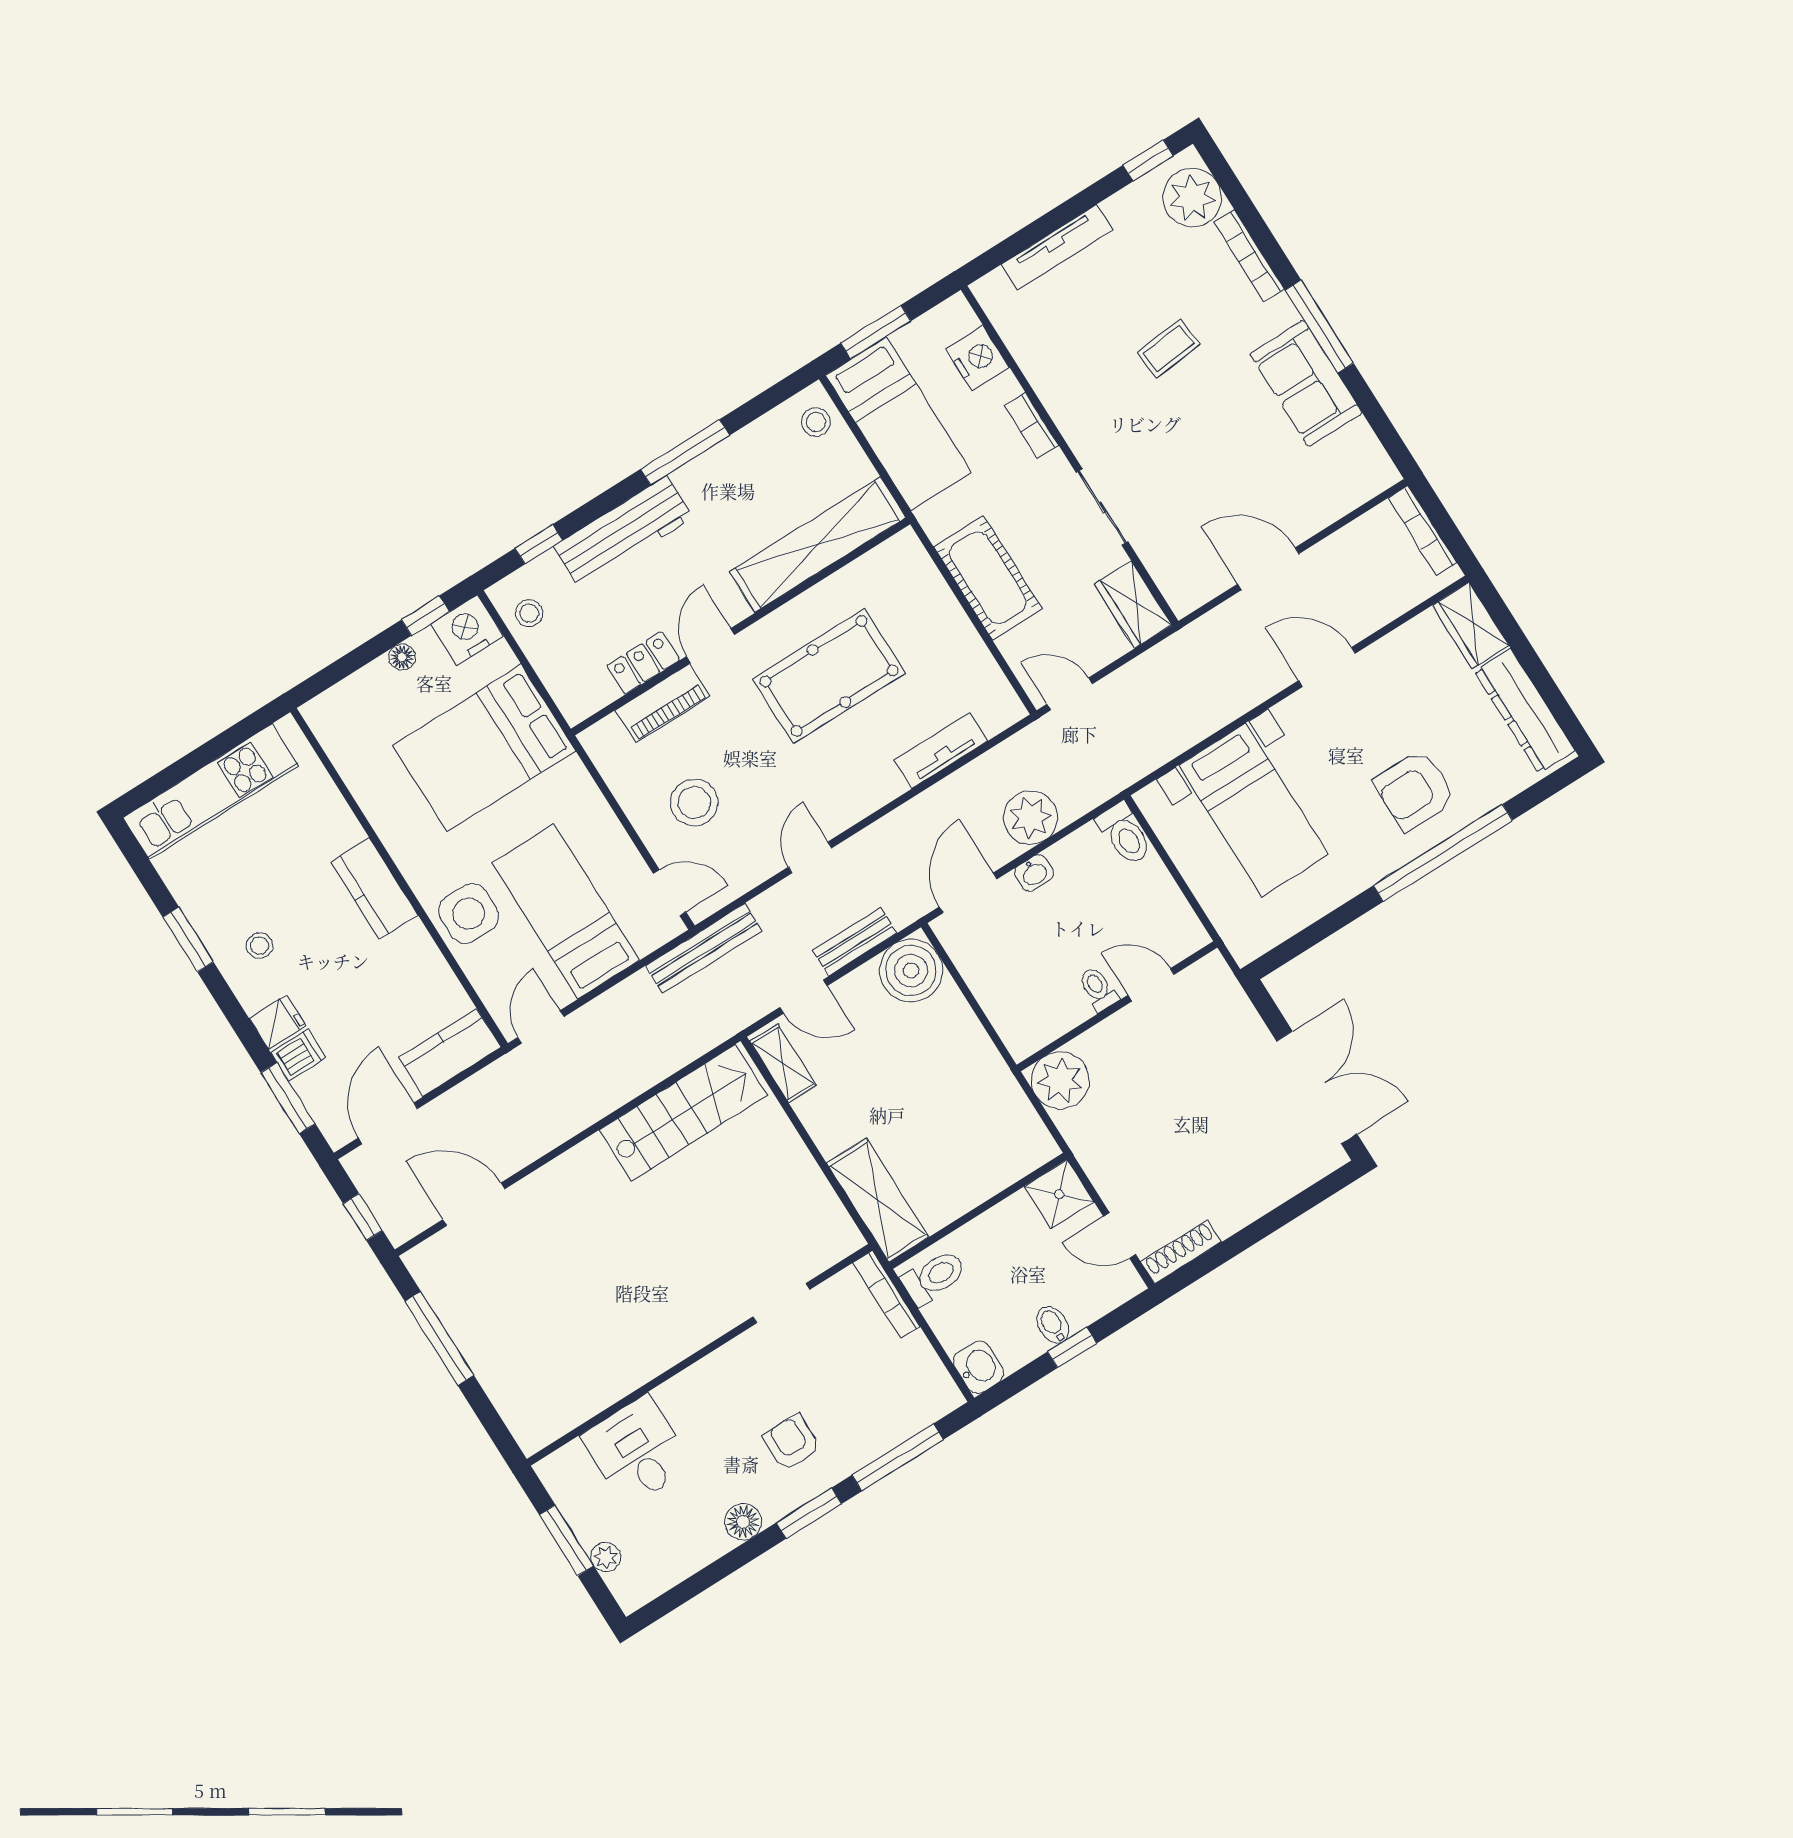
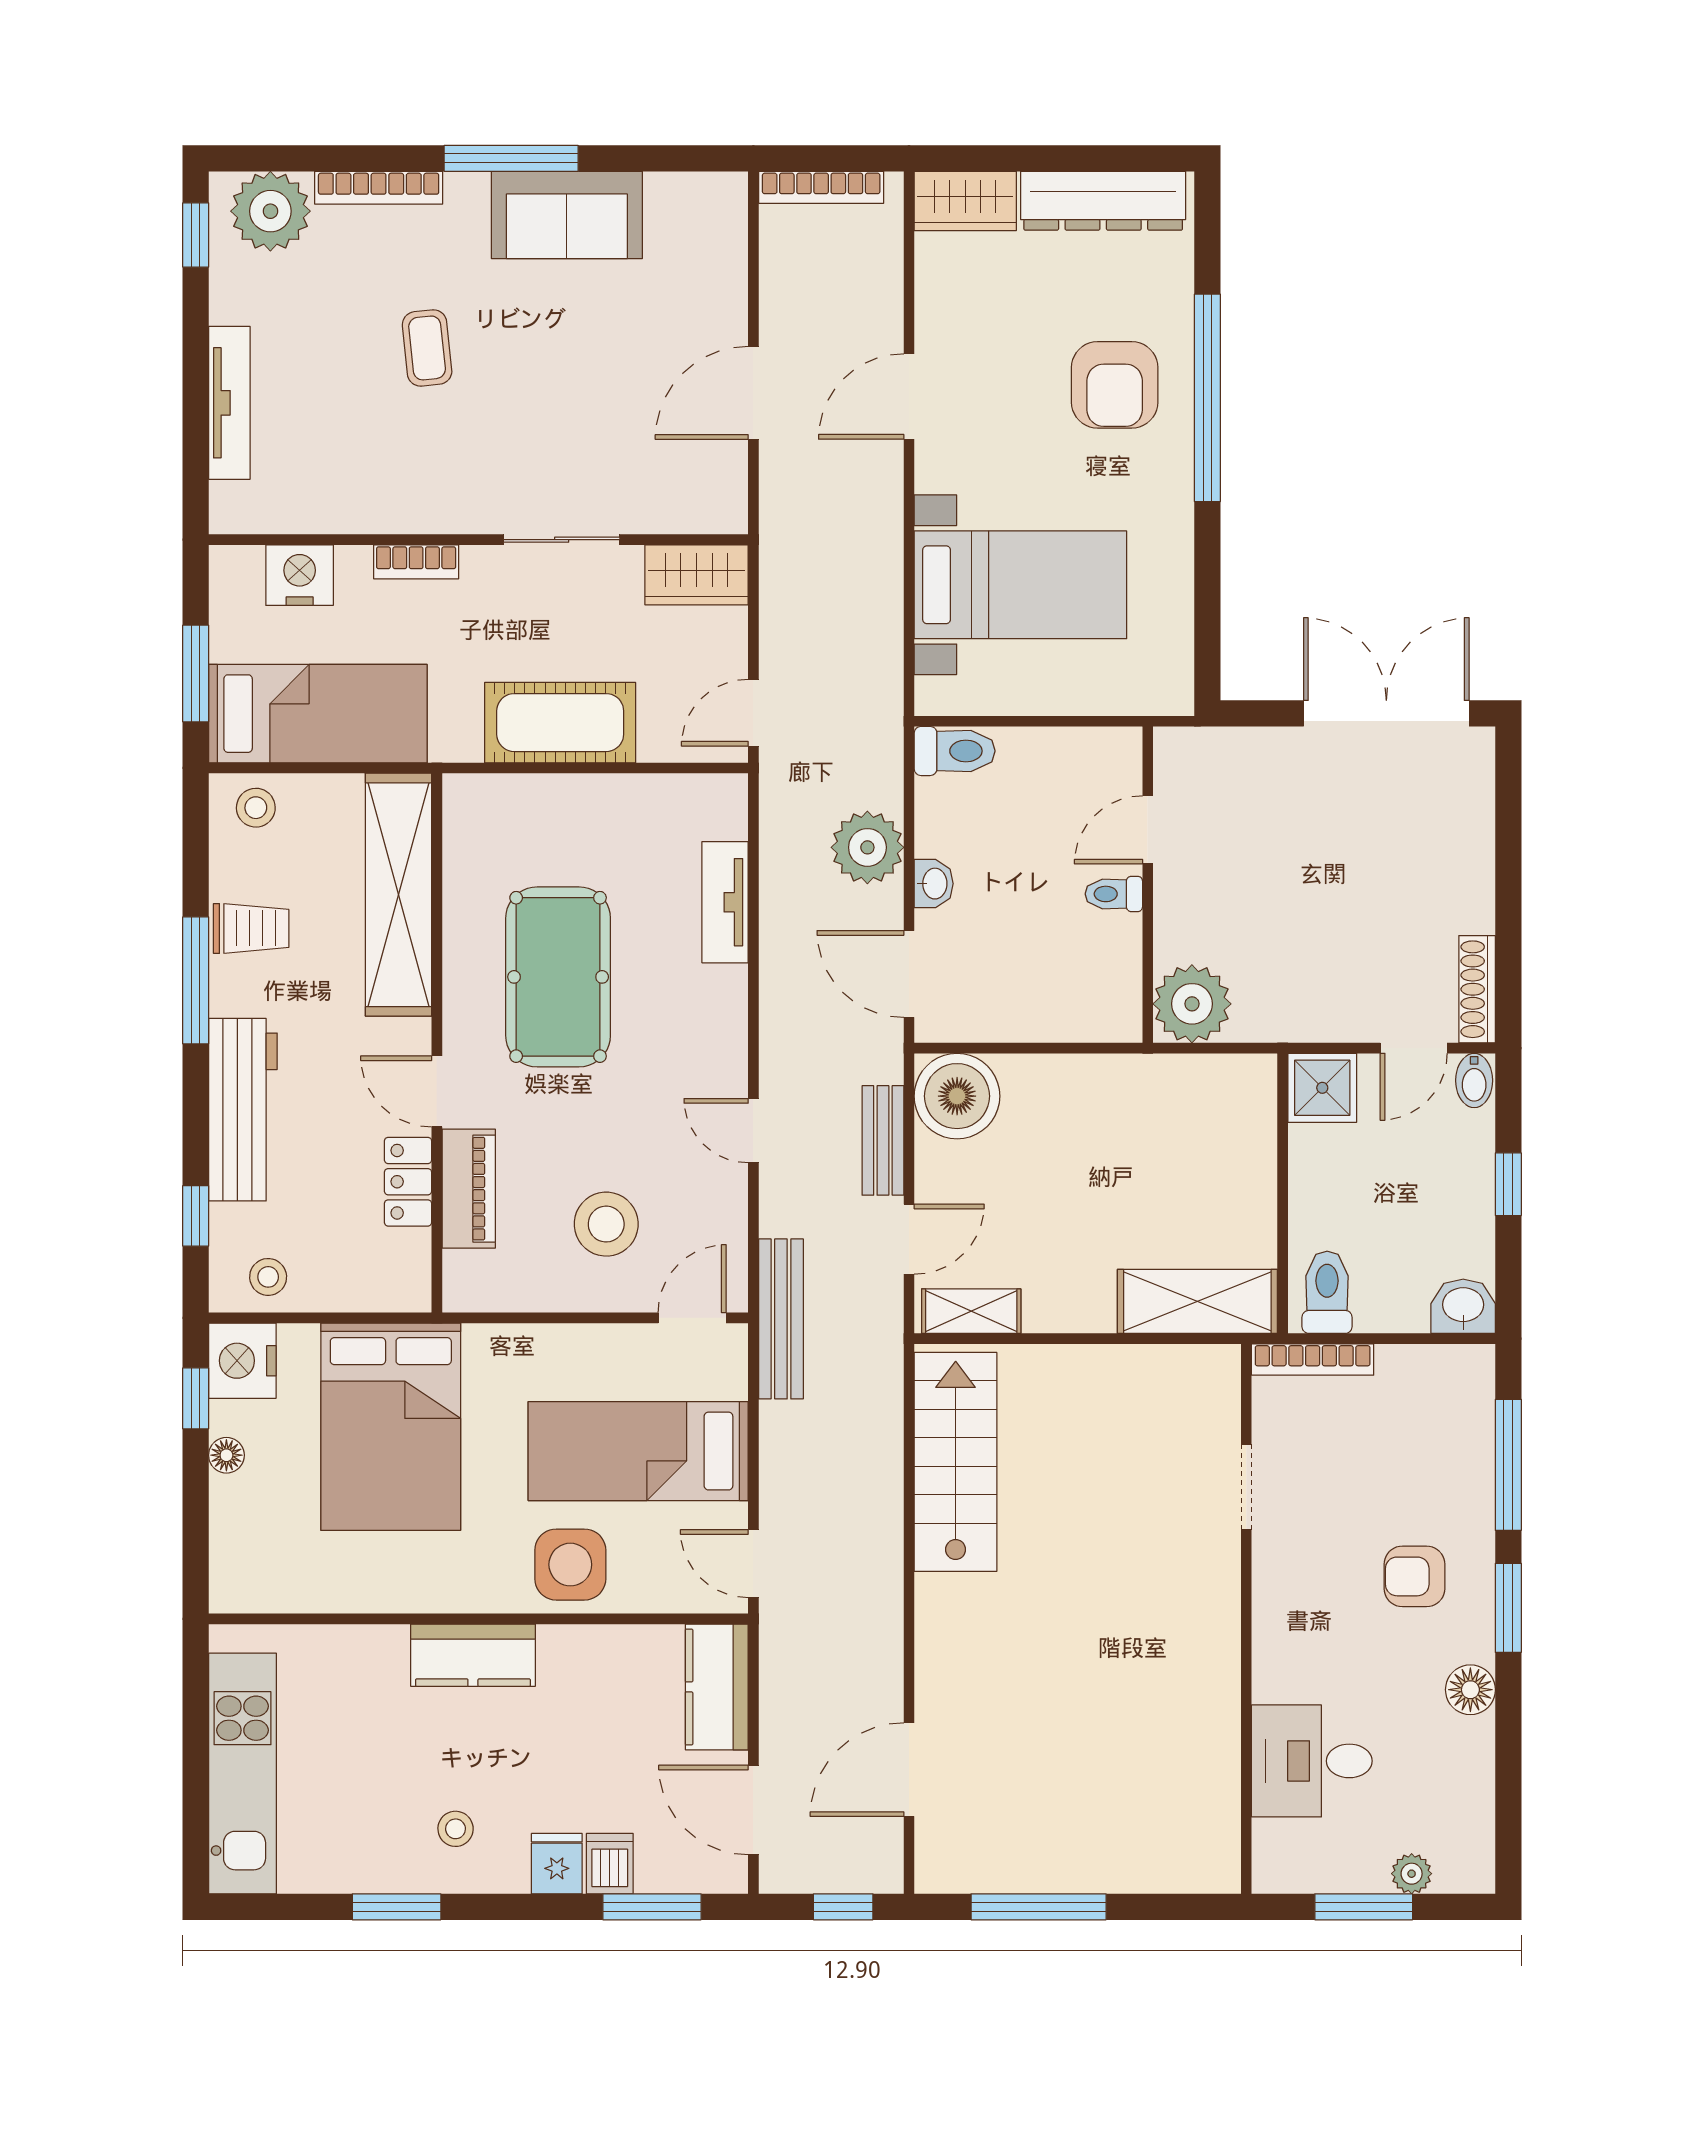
trolley: (739, 466) -> (251, 928), added
bidet: (1053, 1325) -> (1474, 1080), moved, turned -90

